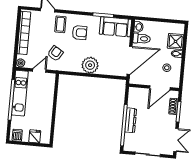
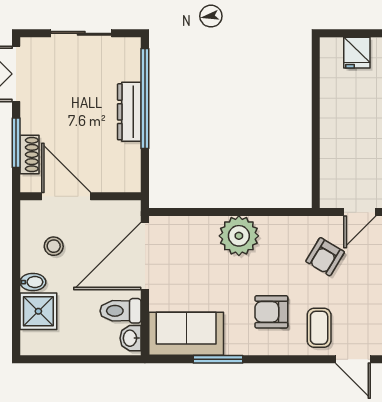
door: (160, 88) -> (66, 196), hinge flipped

